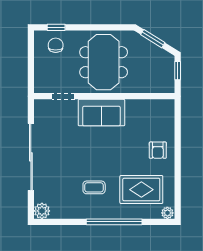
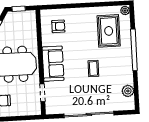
armchair: (158, 150) -> (58, 26), moved
coffee table: (94, 187) -> (93, 68), moved
plant: (42, 211) -> (128, 91), moved

